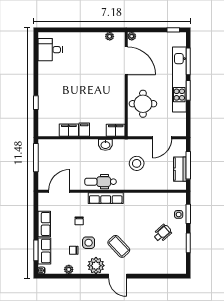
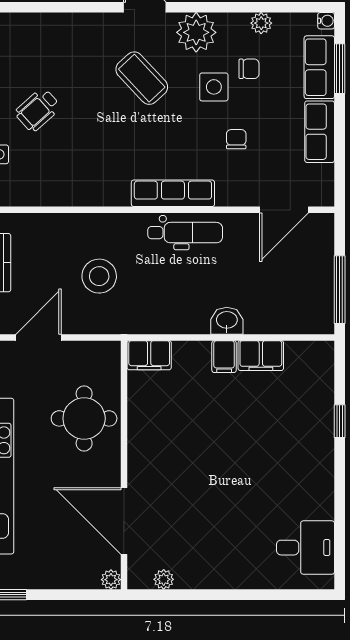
washbasin: (105, 145) -> (227, 321), moved

